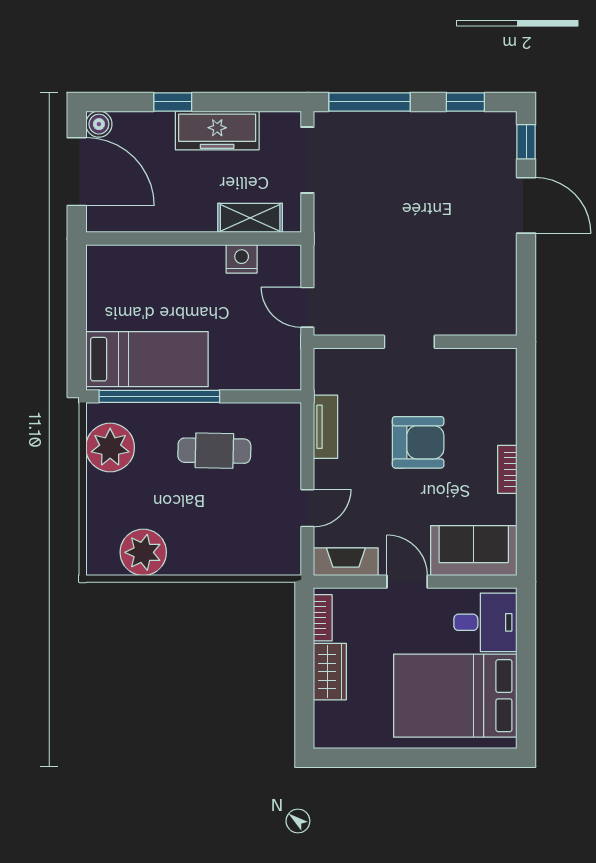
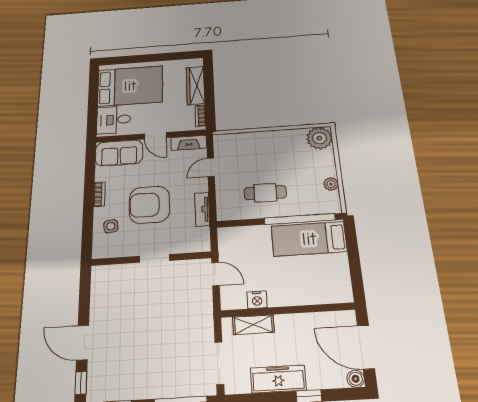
side table: (485, 406) -> (111, 226), added
armchair: (418, 442) -> (149, 205), width x1.36, depth x1.36
plant: (110, 448) -> (331, 184), width x0.53, depth x0.53
plant: (143, 552) -> (319, 138), moved
wardrobe: (330, 672) -> (196, 86), width x1.50

